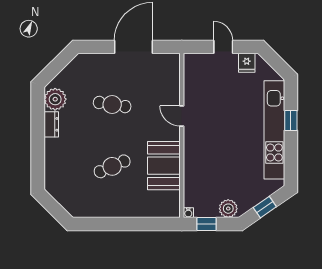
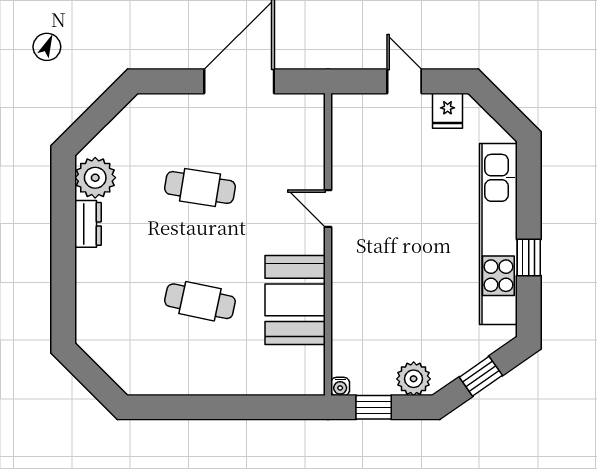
window: (291, 121) -> (529, 257), moved
cafe table: (112, 166) -> (200, 301), turned 36

